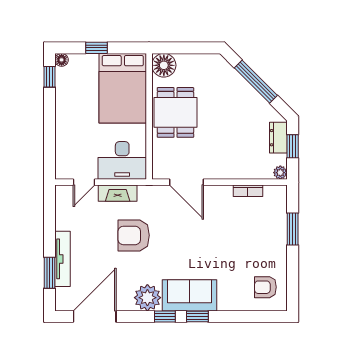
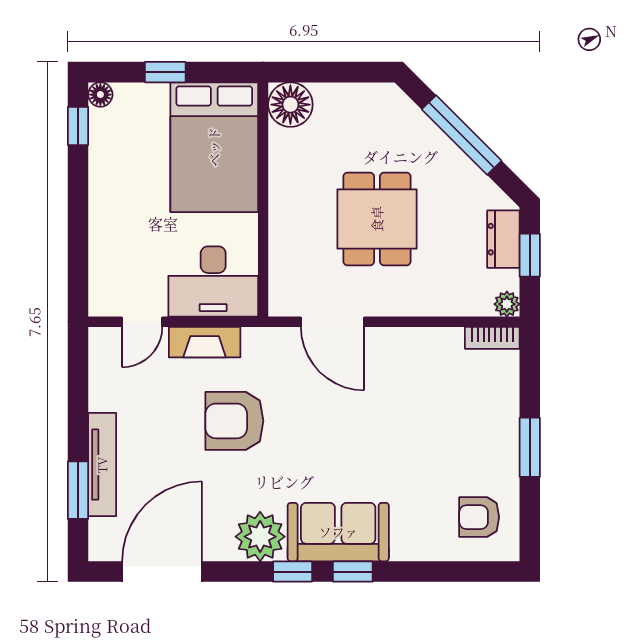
dining table: (175, 112) -> (377, 219), moved
bookcase: (248, 191) -> (492, 338), moved
window: (293, 229) -> (530, 447), moved

